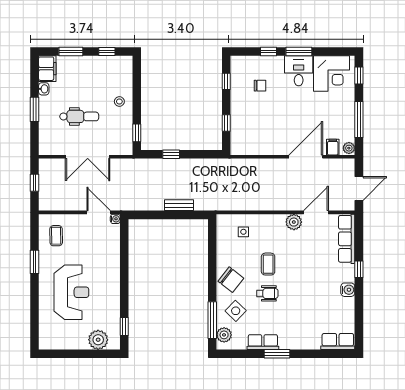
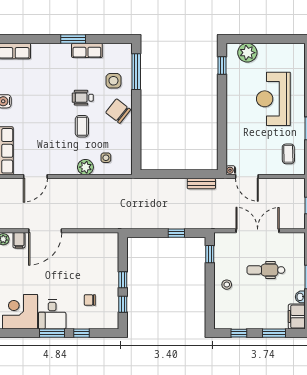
window: (226, 123) -> (123, 280), moved
bench: (179, 205) -> (201, 184), moved
plant: (294, 222) -> (85, 167), moved
side table: (236, 311) -> (113, 81), turned 45
plant: (224, 335) -> (125, 57), removed

